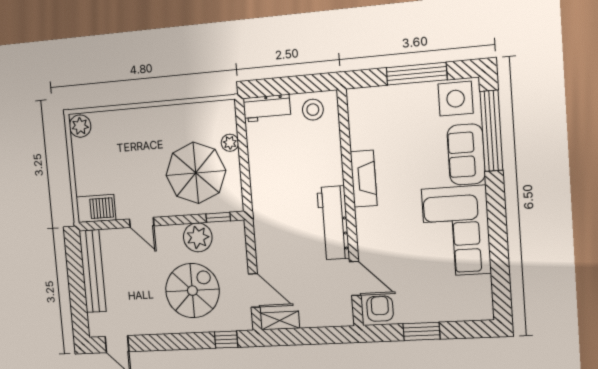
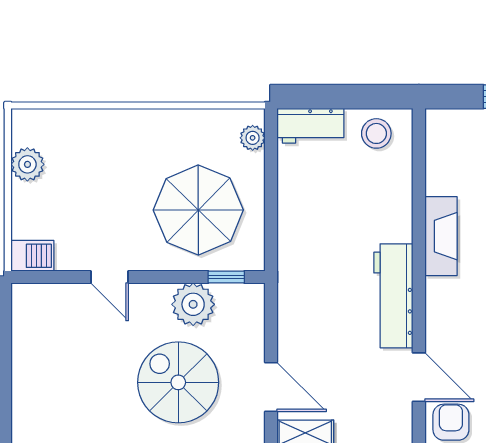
plant: (80, 126) -> (27, 164), moved
plant: (230, 143) -> (253, 138), moved
barbecue: (96, 209) -> (32, 256), width x0.73, depth x0.79
bench: (93, 271) -> (26, 345), removed
spiral stairs: (192, 291) -> (178, 382), turned -90

